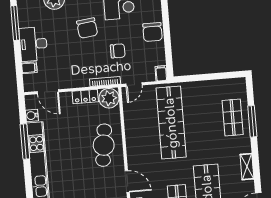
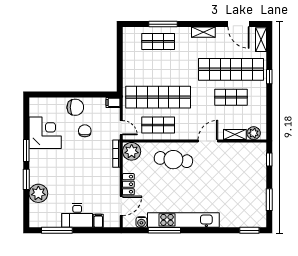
chair: (87, 28) -> (67, 166), removed
chair: (118, 51) -> (85, 131), moved
locker: (85, 97) -> (128, 184), moved
shop shelf: (140, 125) -> (158, 125), added

